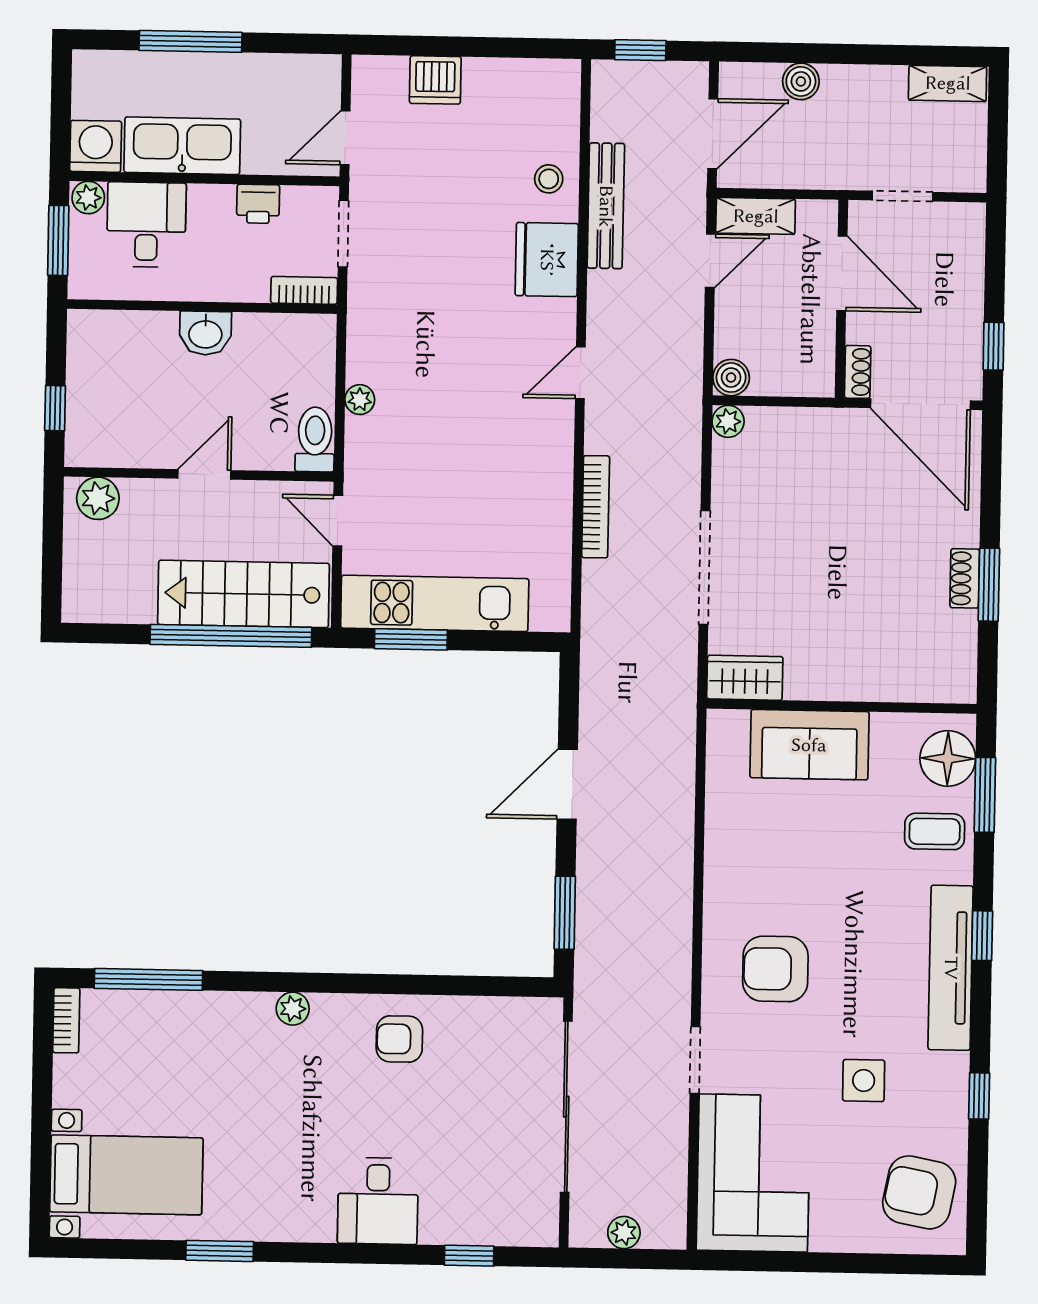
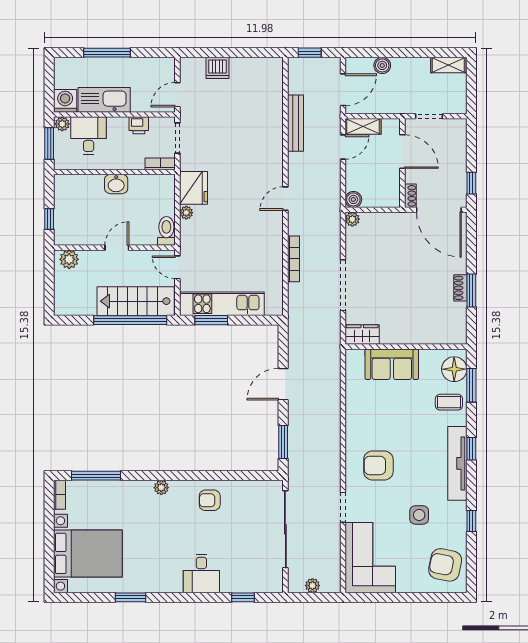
stool: (549, 179) -> (269, 112), removed
fridge: (547, 260) -> (194, 188), moved, turned 180
bed with nightstands: (126, 1175) -> (88, 553), width x1.36

